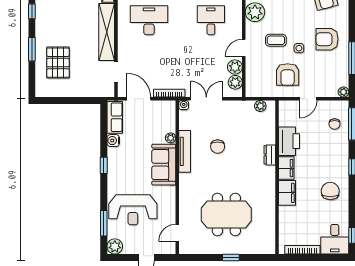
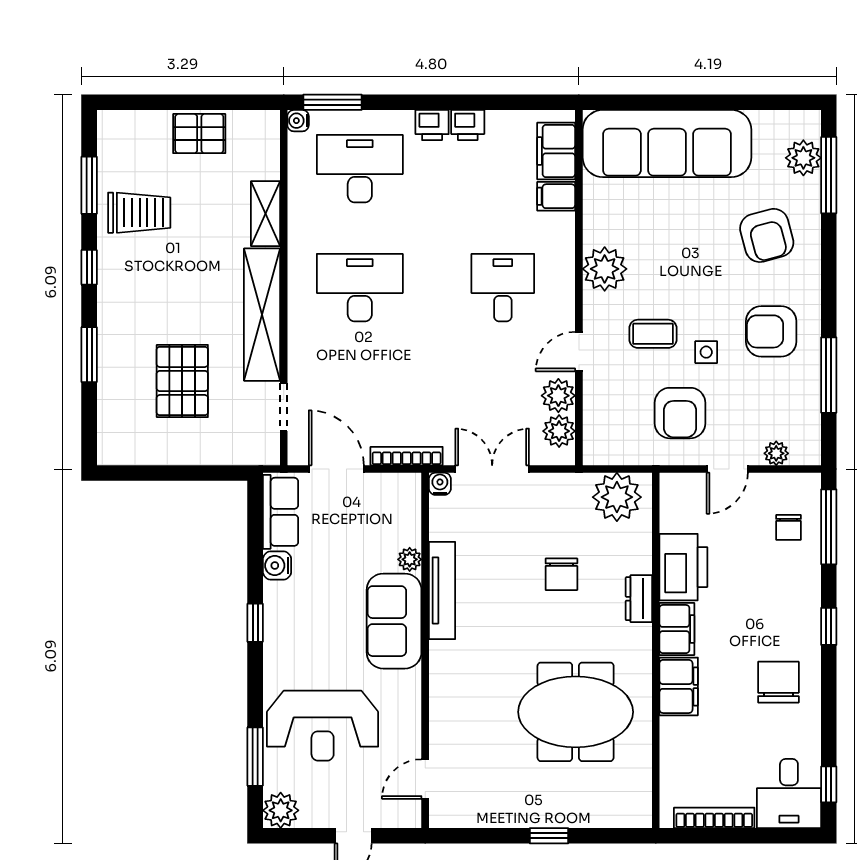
pallet: (58, 63) -> (182, 381), moved
plant: (343, 92) -> (776, 453), moved
plant: (260, 106) -> (617, 497), width x1.87, depth x1.87
chair: (218, 147) -> (561, 574), moved
meeting table: (226, 214) -> (576, 712), moved

